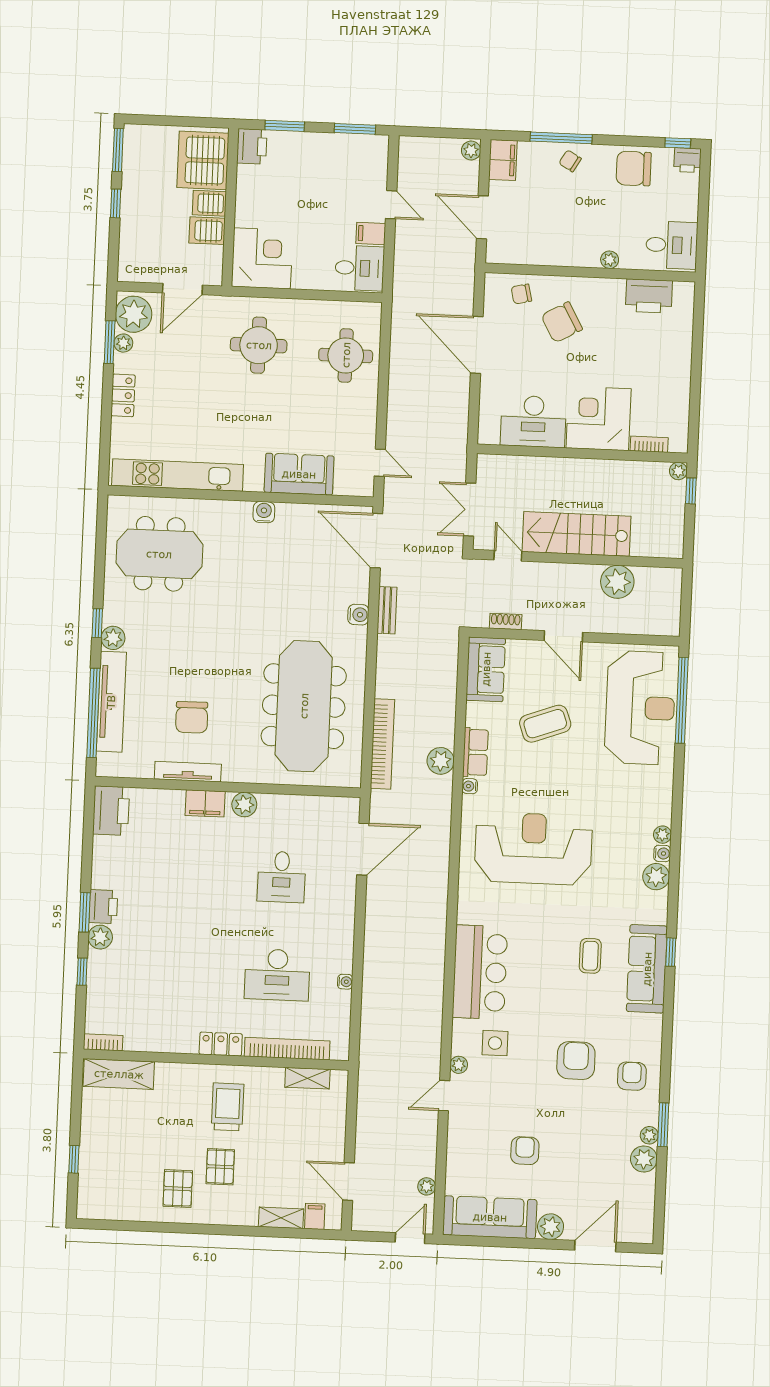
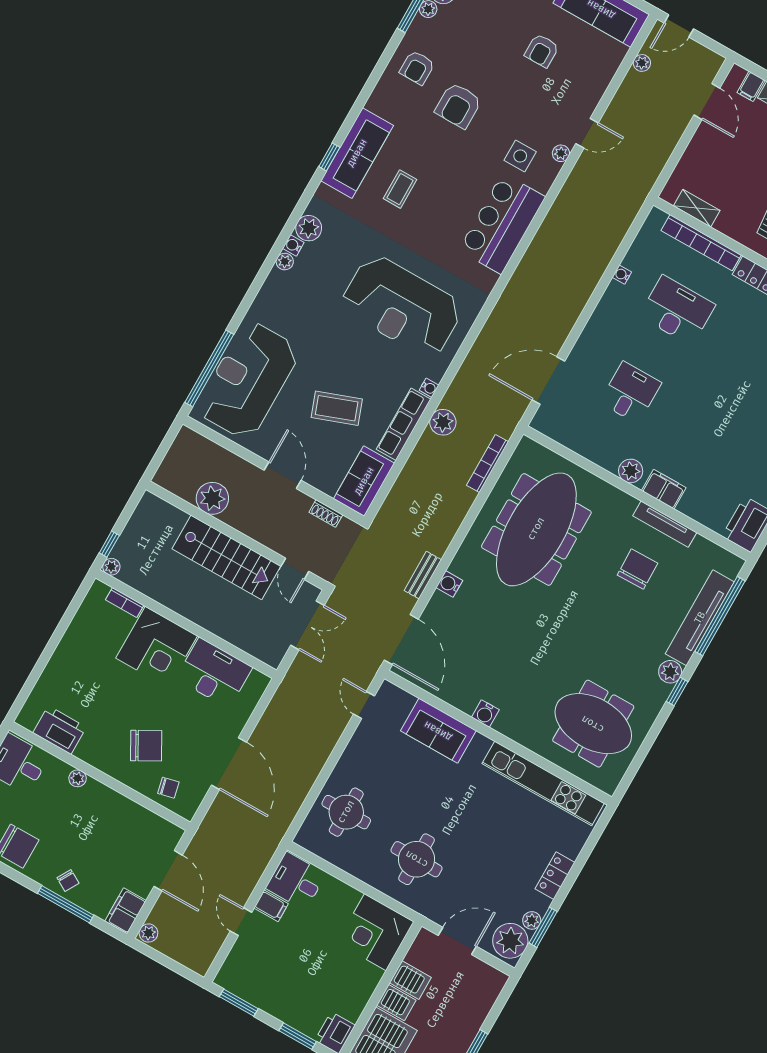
bookcase: (382, 744) -> (488, 464), width x0.68, depth x0.76
row of seats: (475, 752) -> (404, 424), width x1.48

